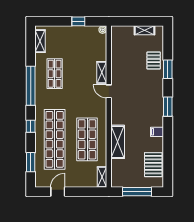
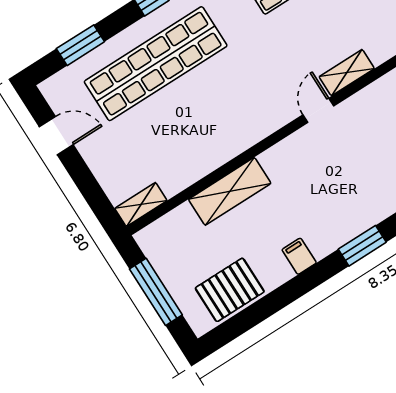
shop shelf: (87, 139) -> (196, 128), removed

